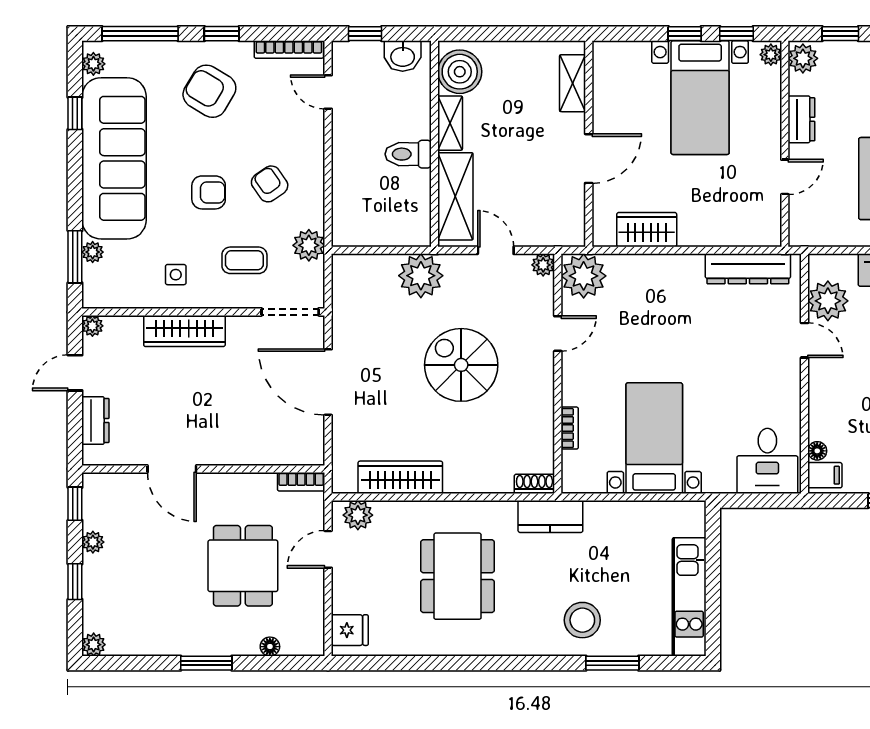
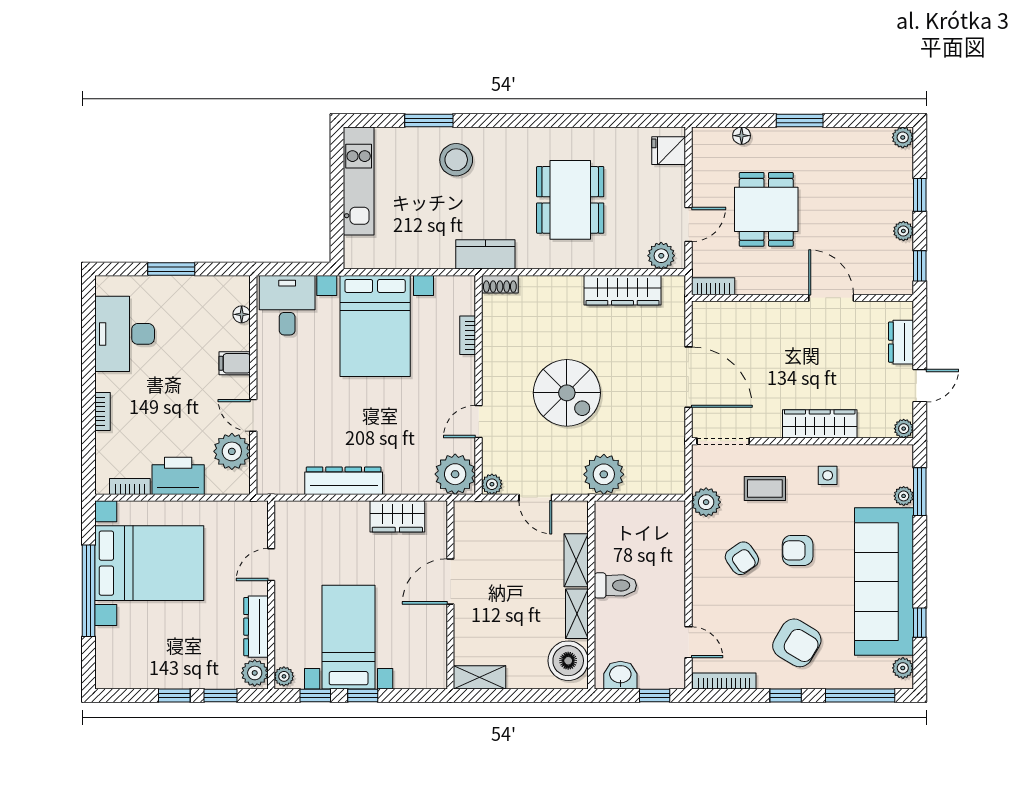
shelving: (572, 83) -> (480, 677), moved, turned 90
dresser: (801, 119) -> (256, 627), width x1.44
shelving: (455, 196) -> (576, 560), width x0.67, depth x0.75
dresser: (748, 269) -> (344, 481), moved
bed with nightstands: (654, 438) -> (375, 326), width x1.36
filing cabinet: (825, 475) -> (235, 363), moved

